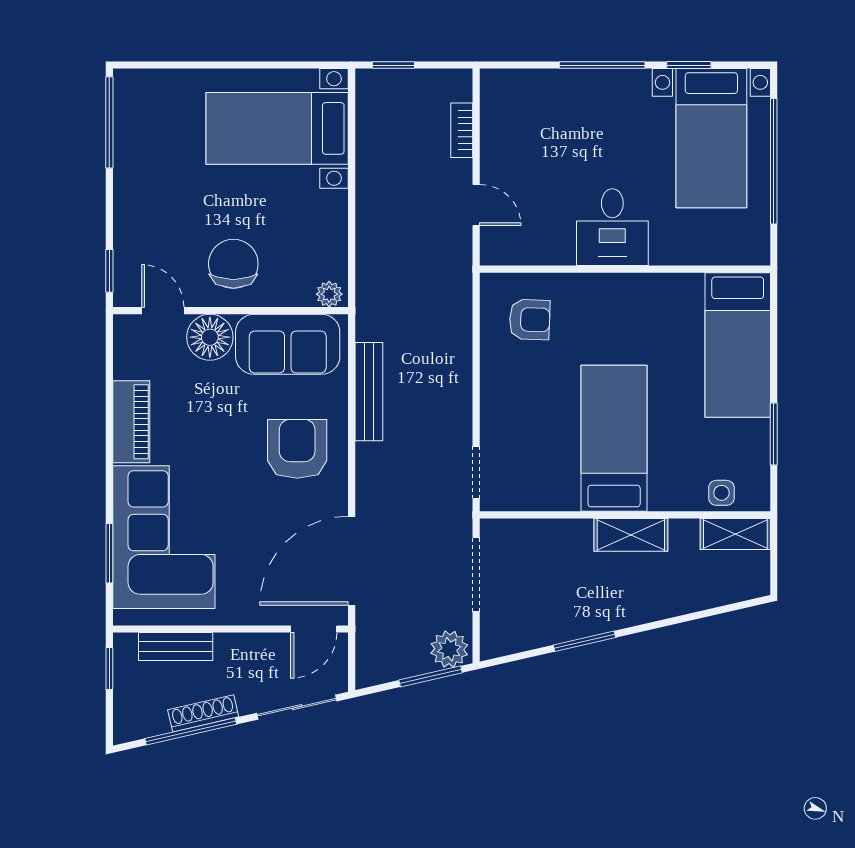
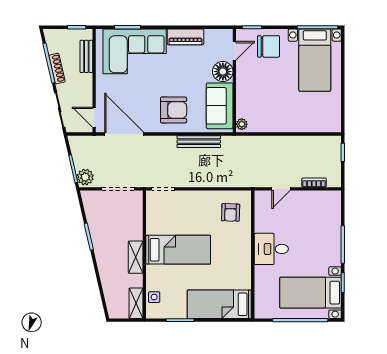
bed with nightstands: (277, 128) -> (315, 60), moved, turned 180
chair: (233, 264) -> (269, 46), moved

